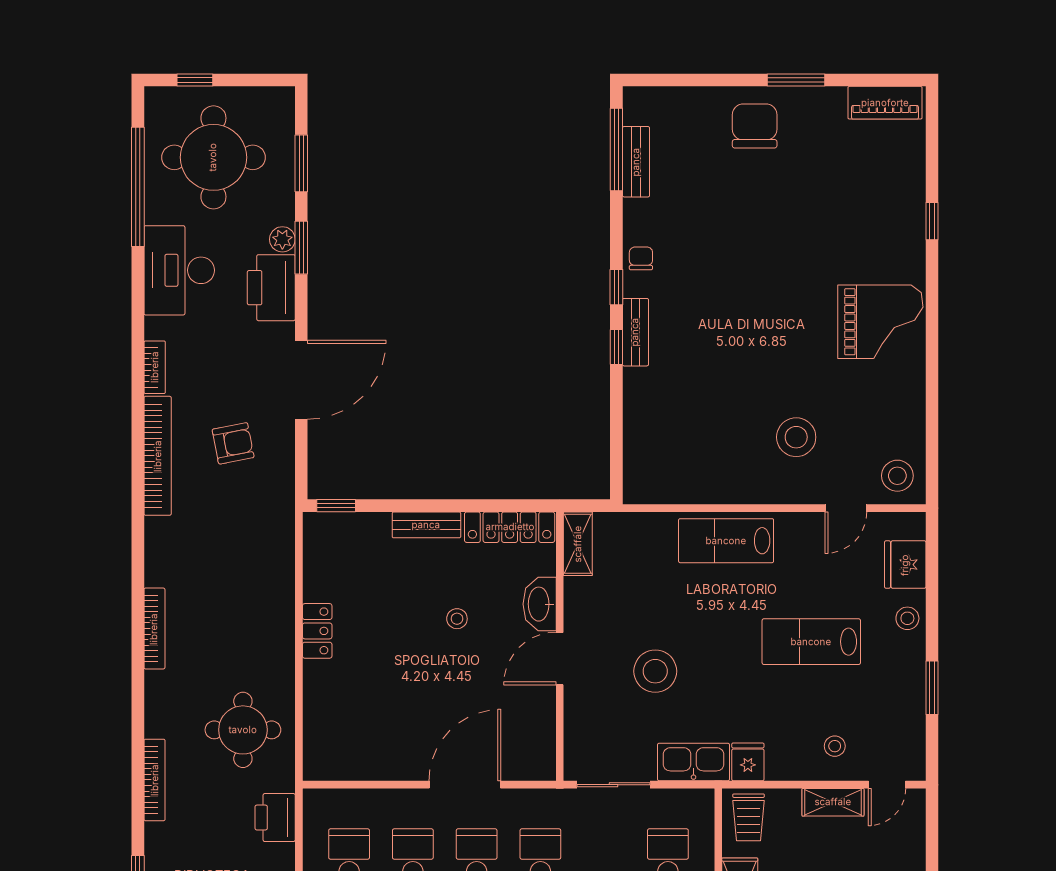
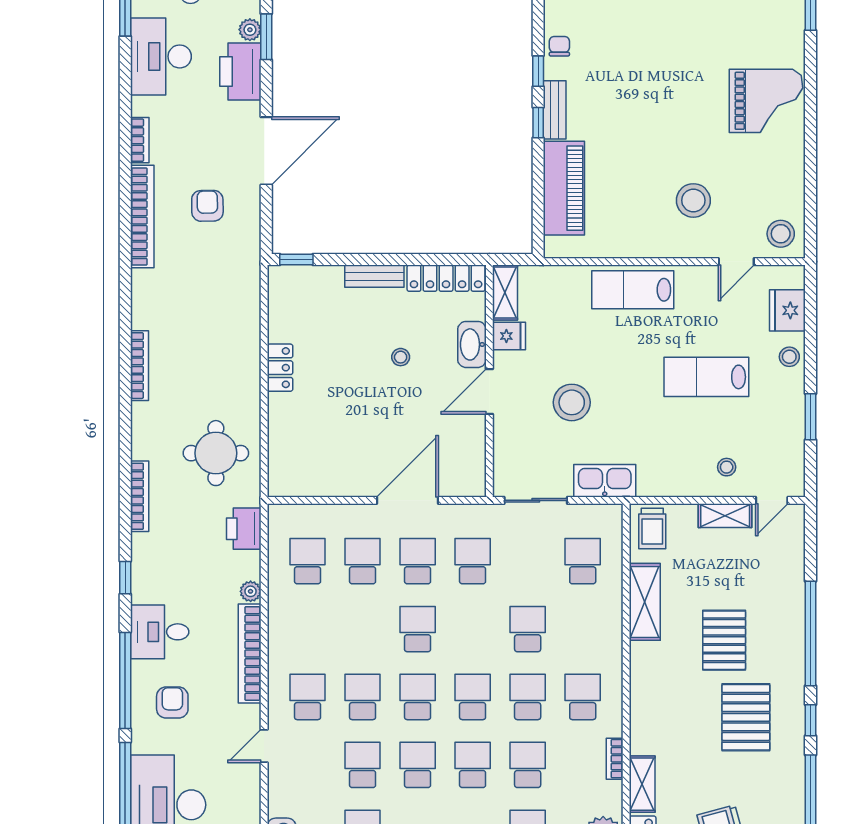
piano: (646, 423) -> (564, 188), added
armchair: (233, 443) -> (207, 206), turned -80
fridge: (748, 762) -> (509, 336), moved, turned 90

